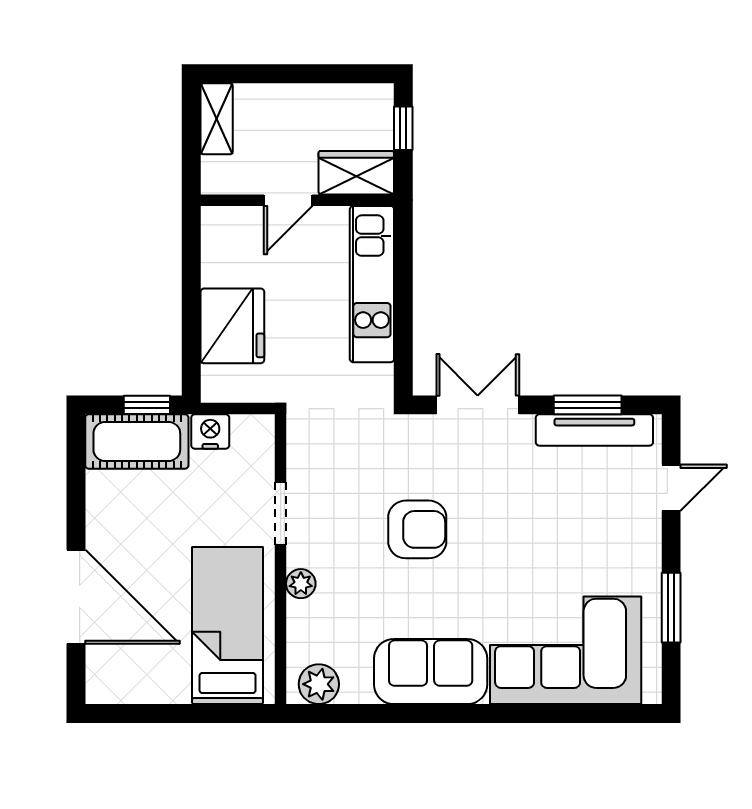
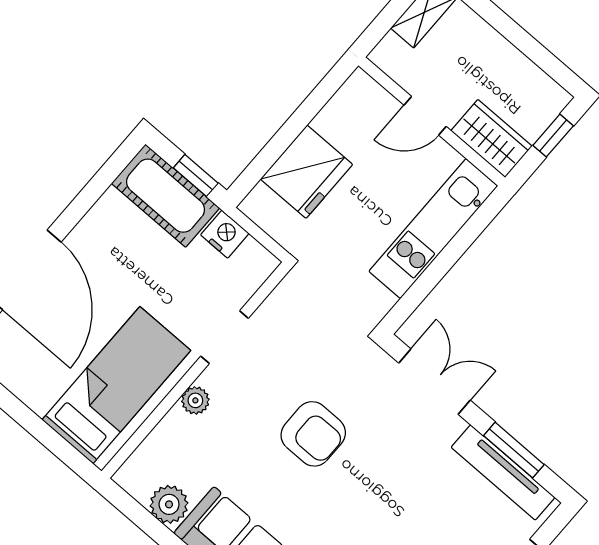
plant: (319, 684) -> (169, 504), moved

